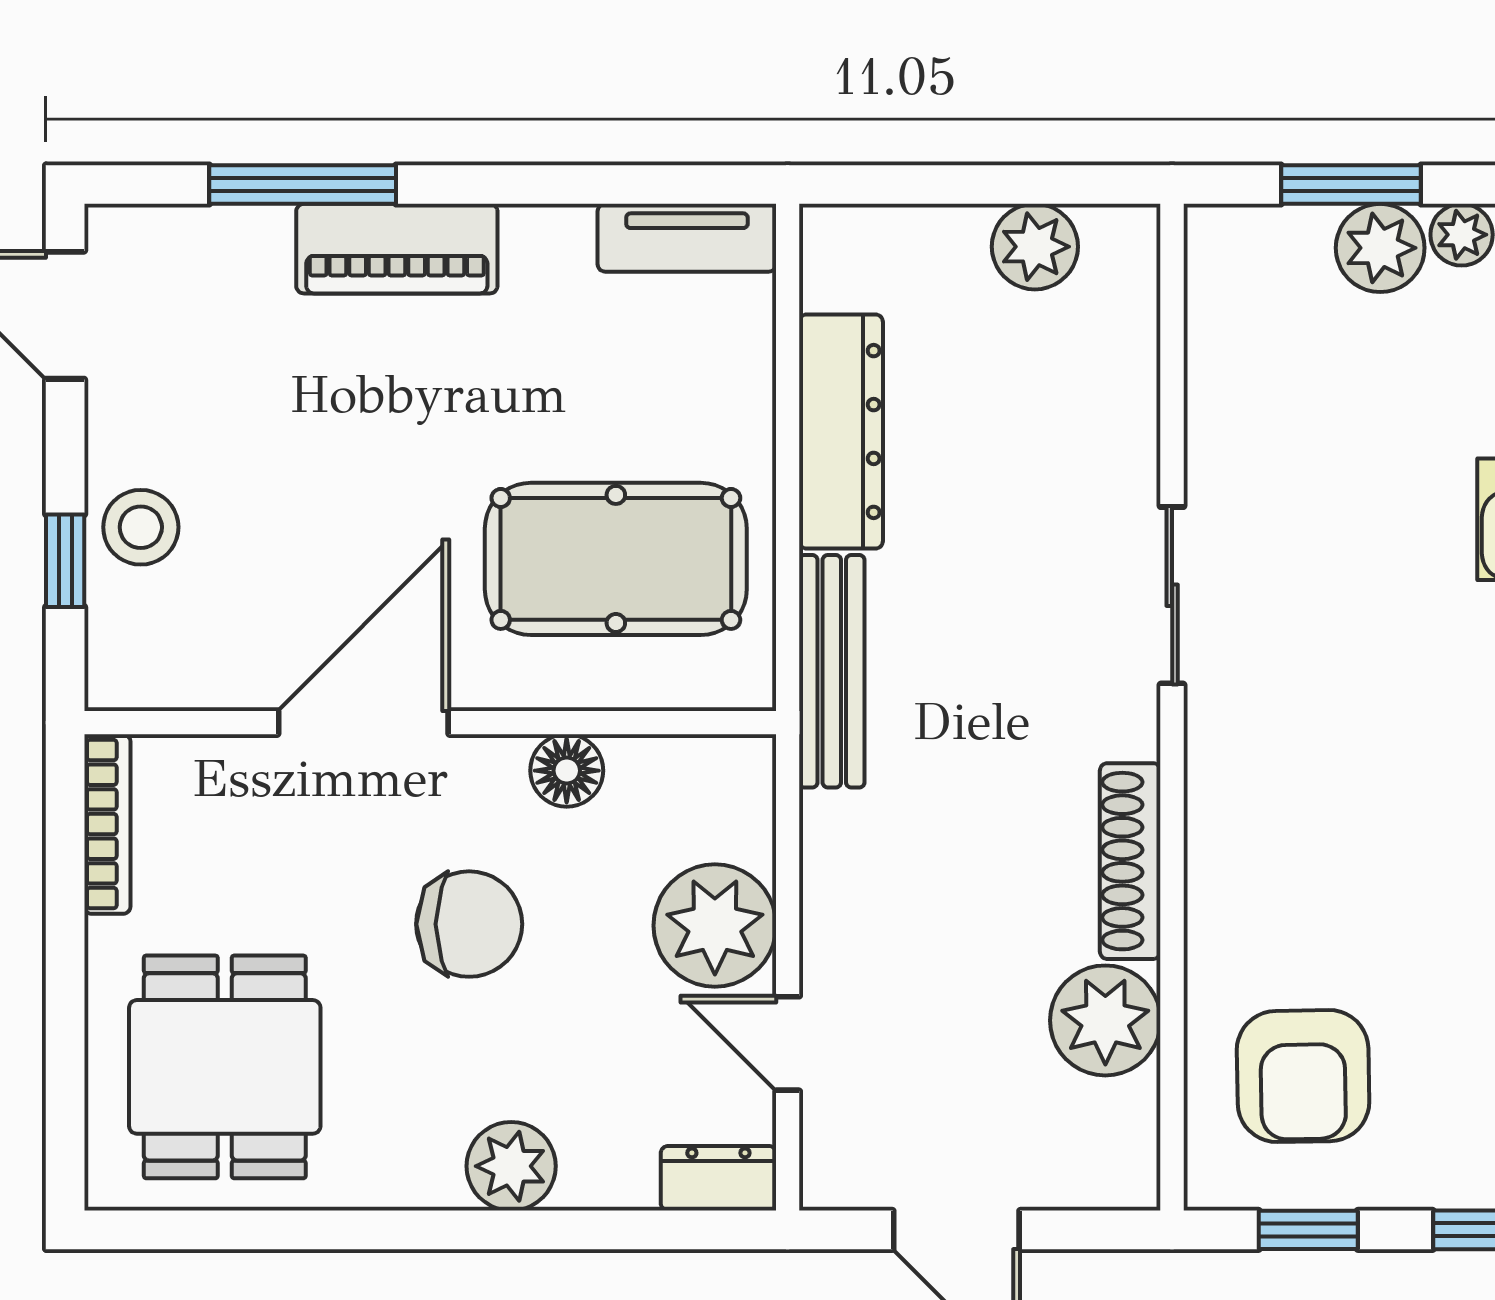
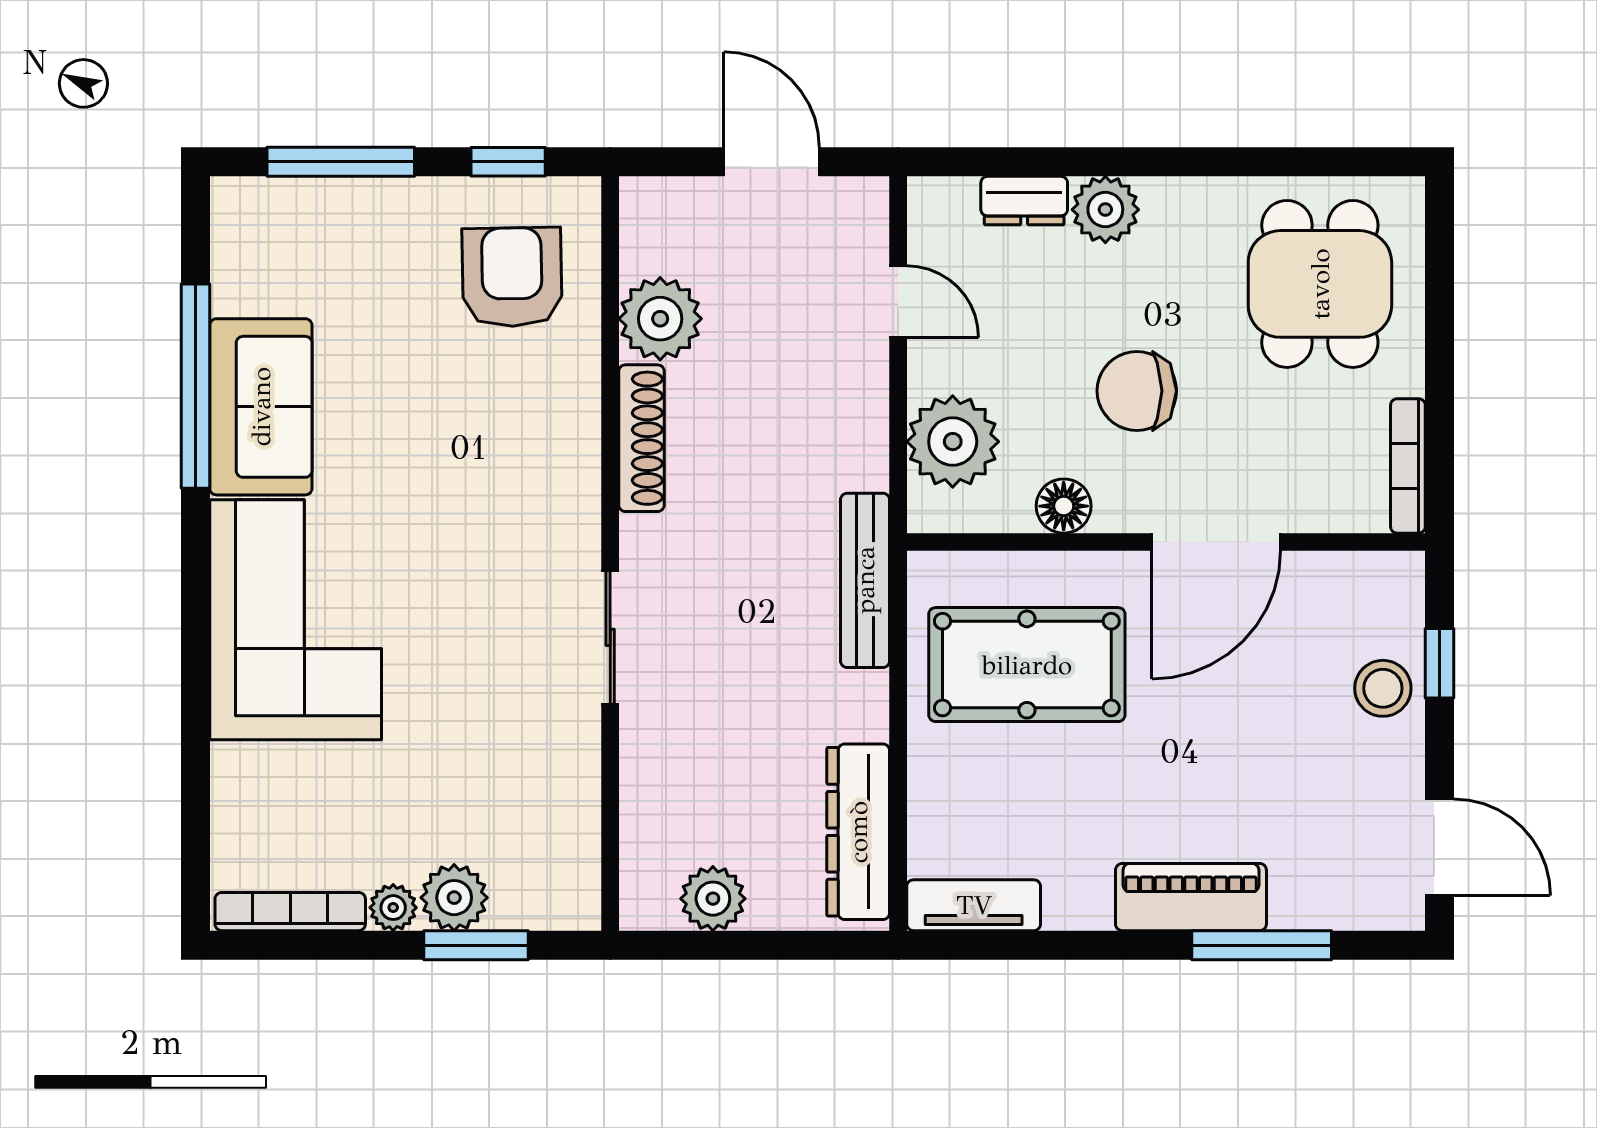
dresser: (841, 432) -> (858, 832), moved
plant: (715, 926) -> (953, 442), moved
dresser: (718, 1178) -> (1024, 201), moved

